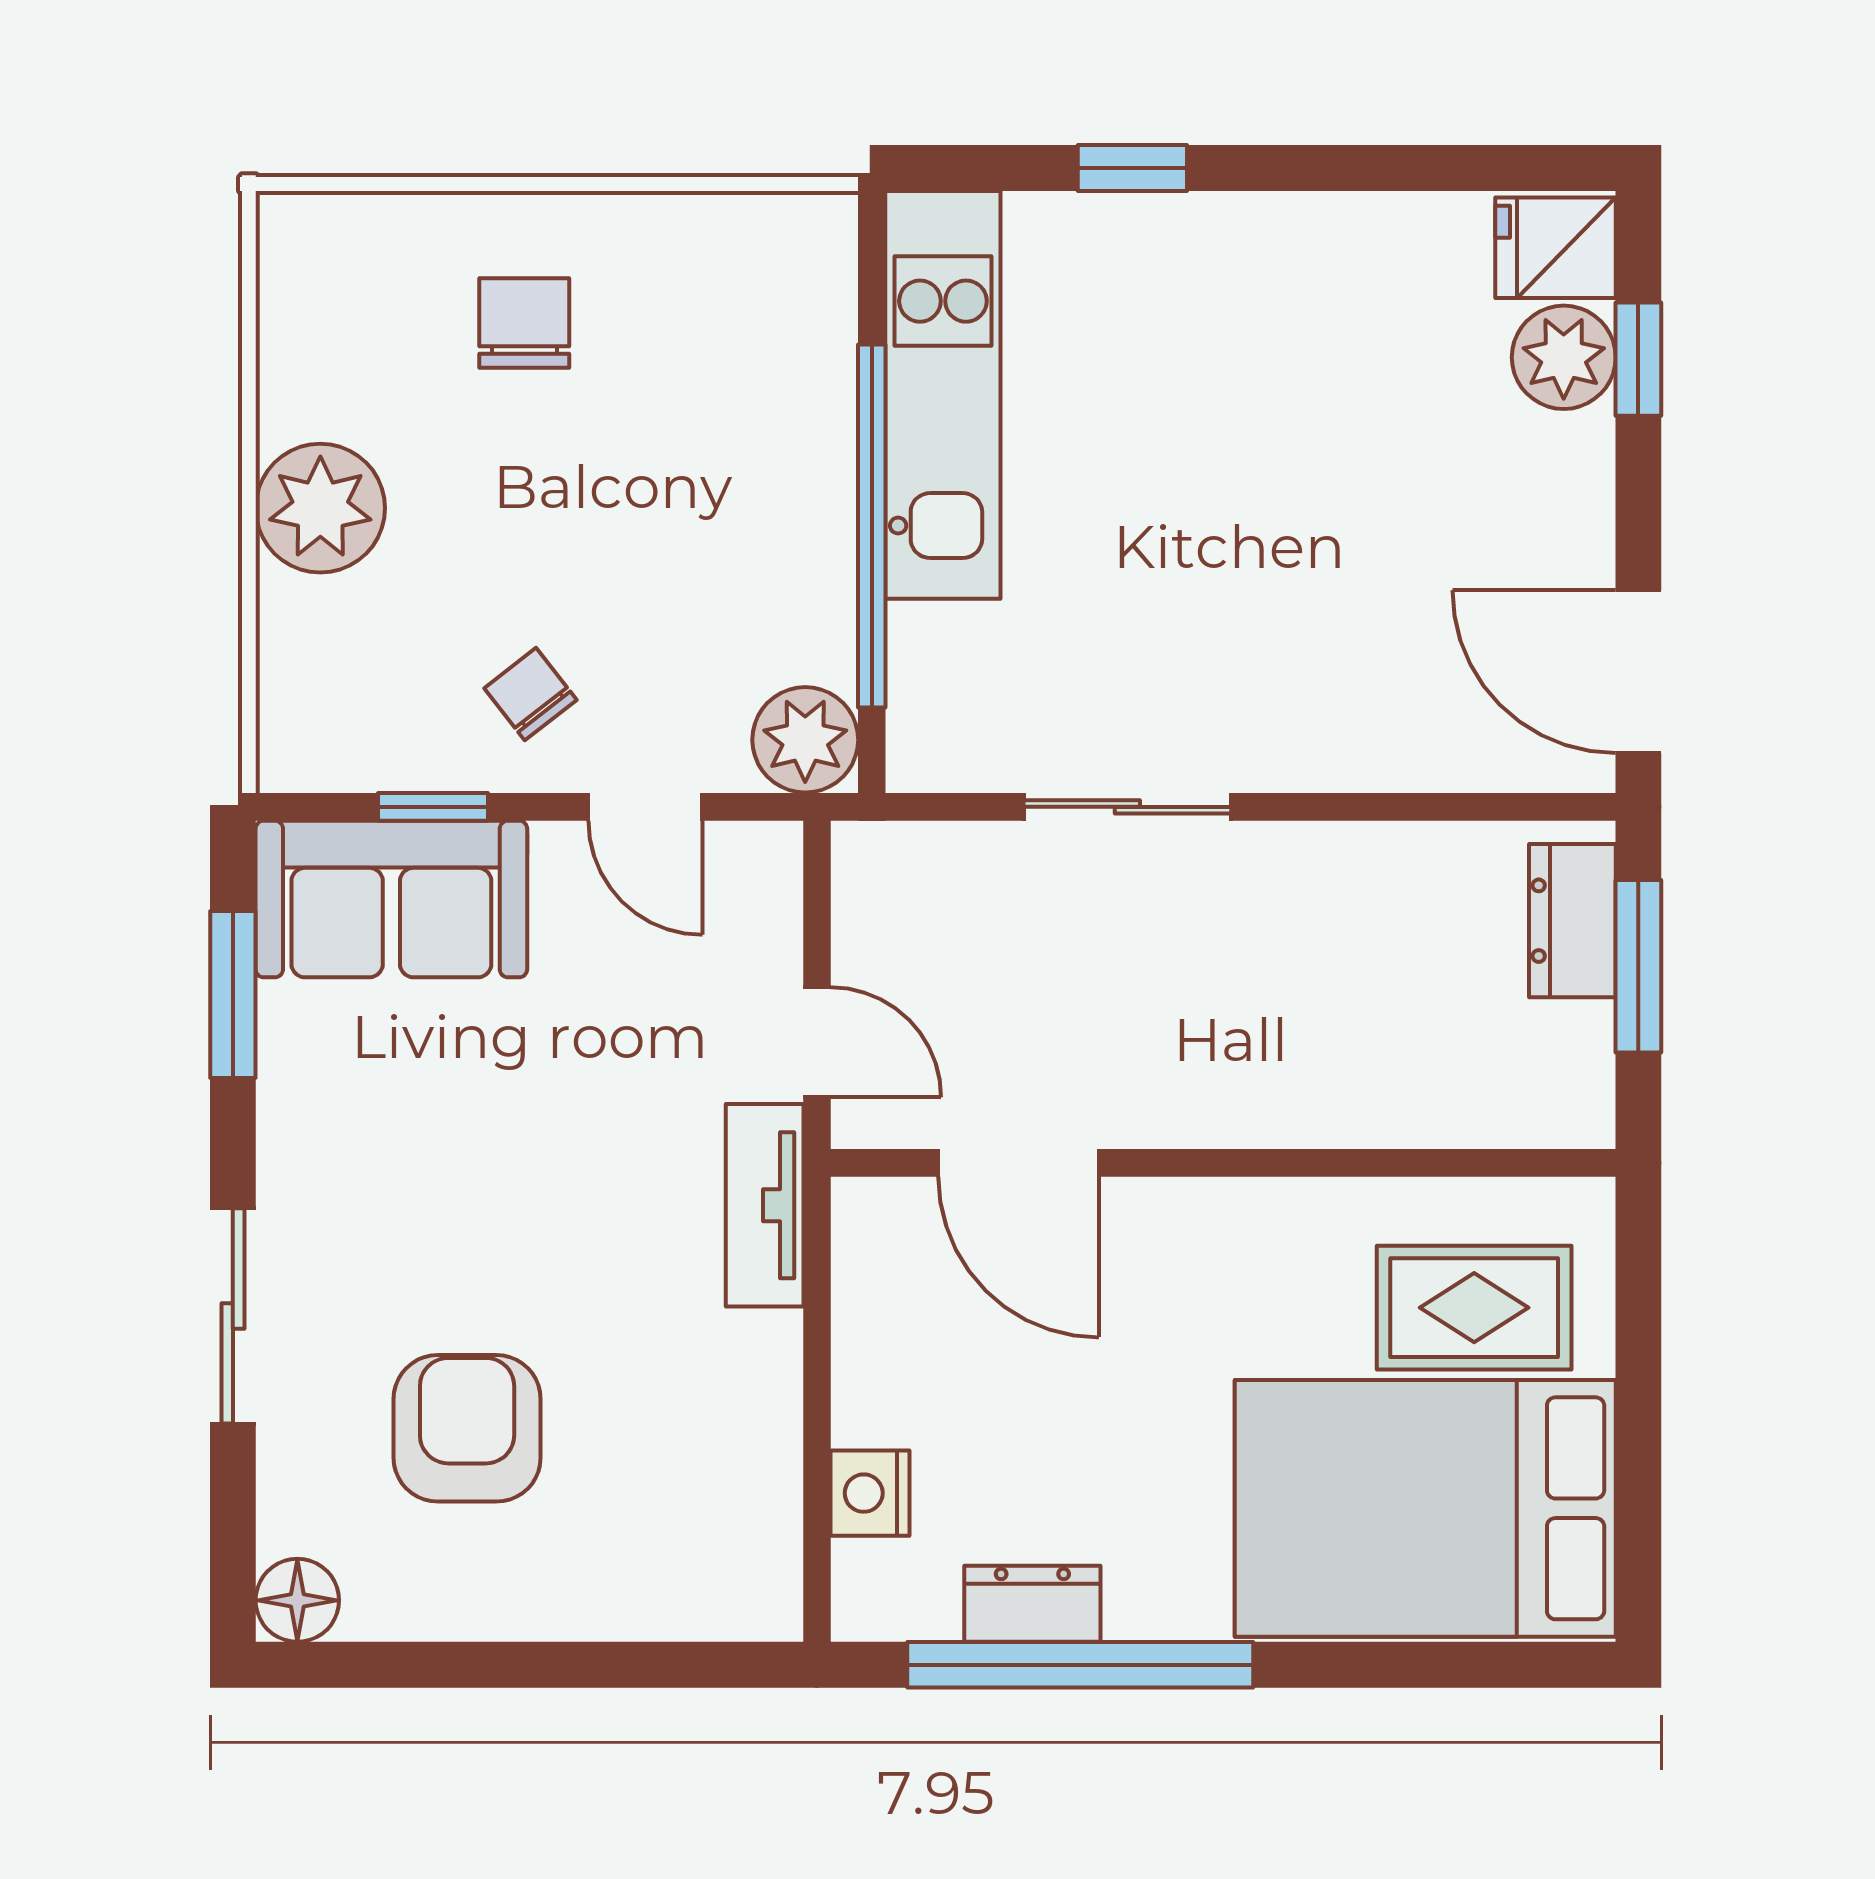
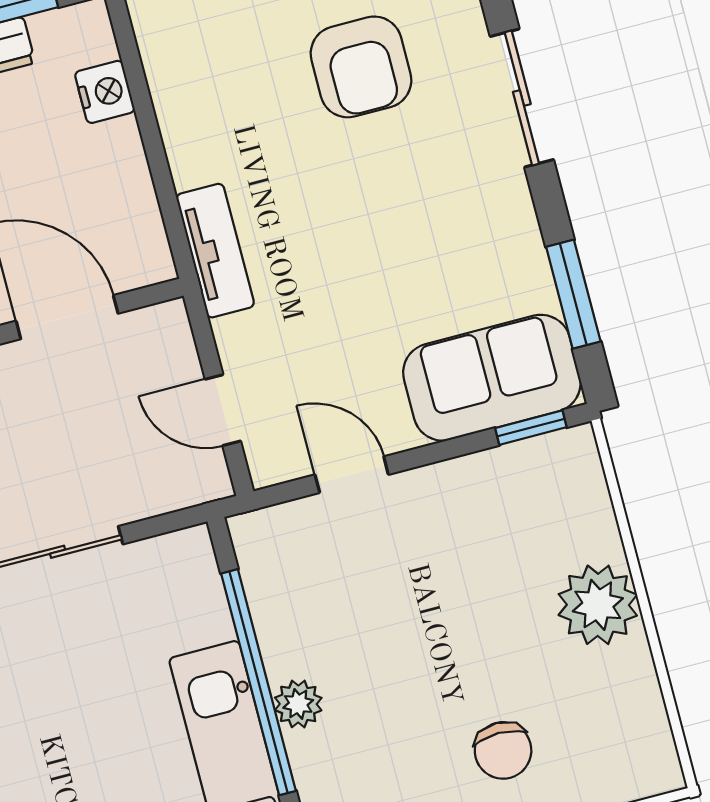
chair: (530, 694) -> (440, 525), removed
plant: (805, 740) -> (298, 704), moved, width x0.73, depth x0.73
window: (433, 807) -> (531, 428), moved
door: (817, 1042) -> (223, 410), moved

